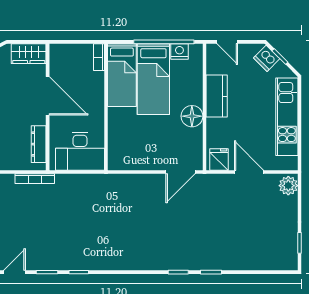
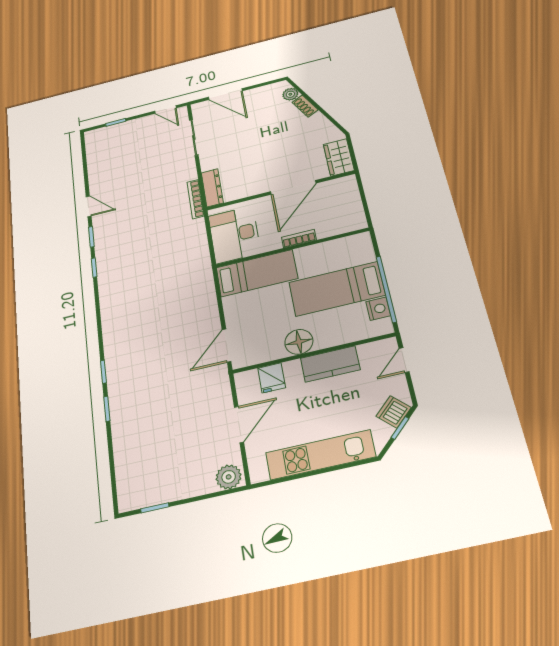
bookcase: (99, 57) -> (299, 239), moved
bed: (122, 75) -> (257, 273), moved, turned 180
dresser: (39, 144) -> (212, 188), moved, turned 90
fridge: (219, 159) -> (272, 378), moved, turned 90
door: (181, 172) -> (227, 345), hinge flipped

